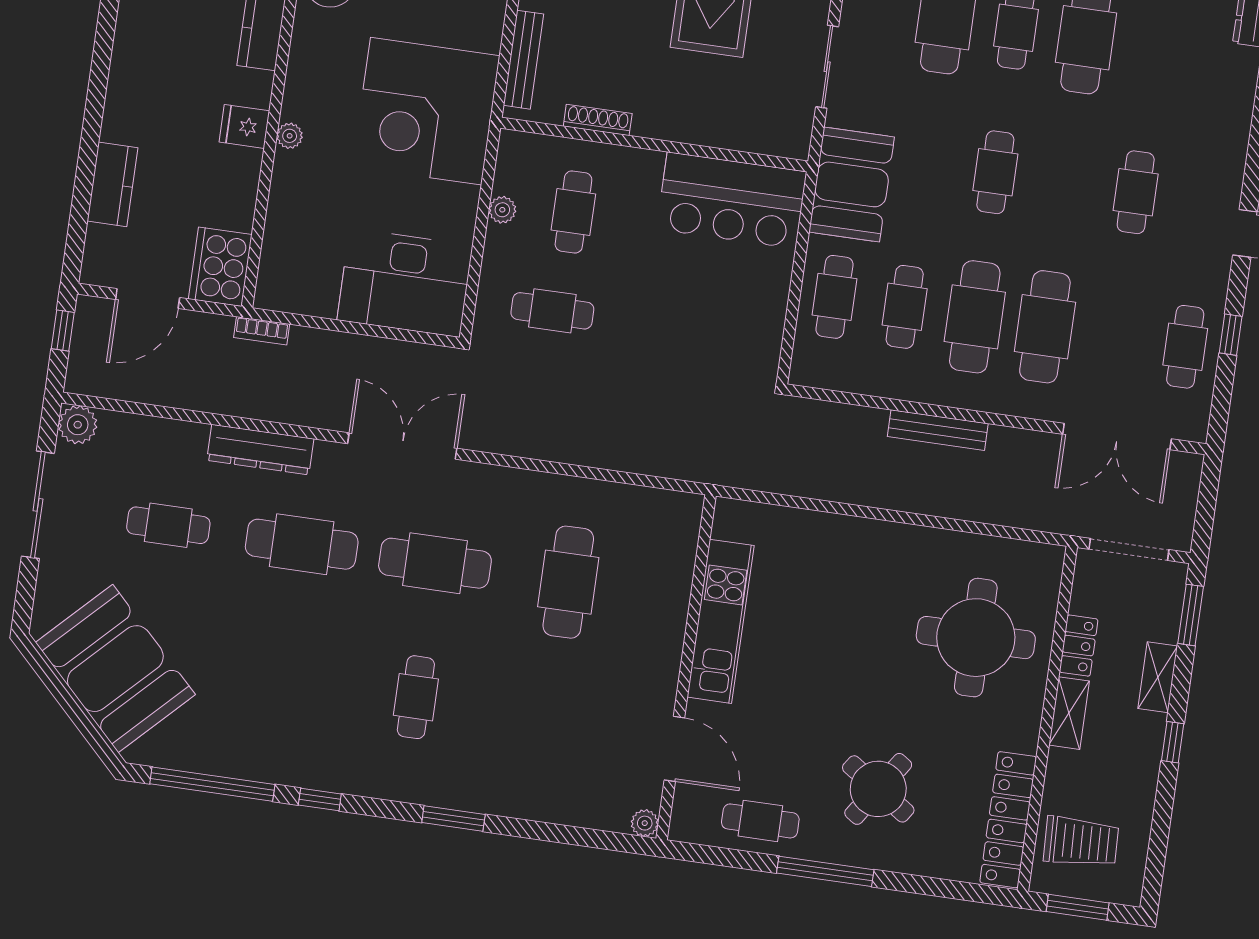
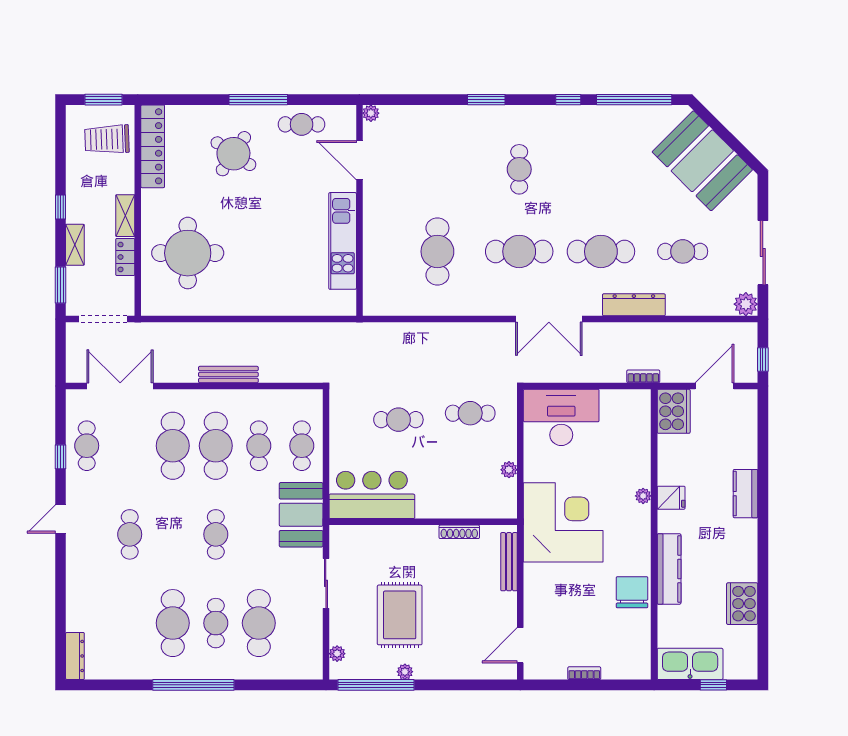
kitchen counter: (112, 184) -> (745, 494), moved
cafe table: (573, 212) -> (398, 420), moved, turned 90

